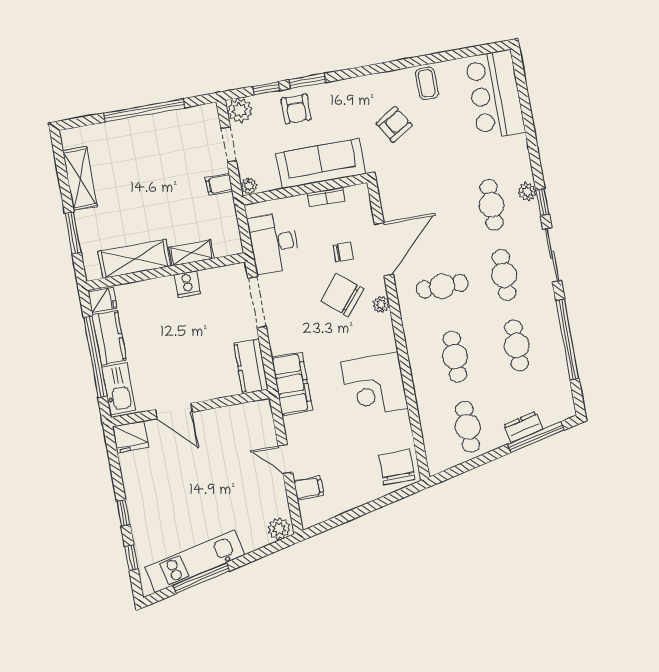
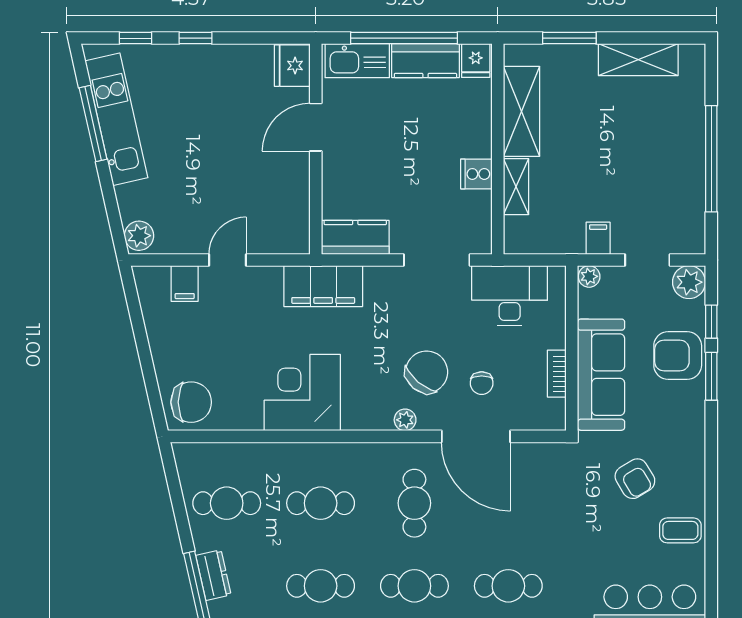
armchair: (296, 109) -> (678, 355), width x1.38, depth x1.38

